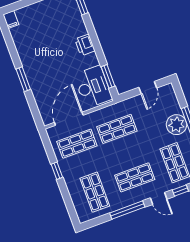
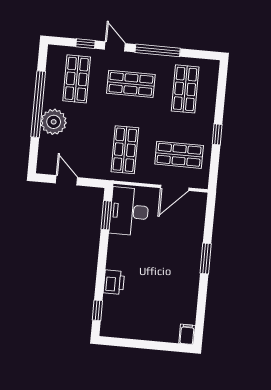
printer: (85, 45) -> (114, 282), moved
door: (148, 88) -> (66, 180), hinge flipped
door: (69, 119) -> (175, 188), width x0.73
shop shelf: (117, 129) -> (125, 150), turned 90

